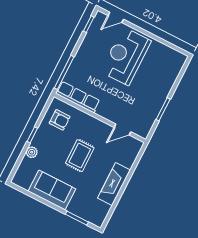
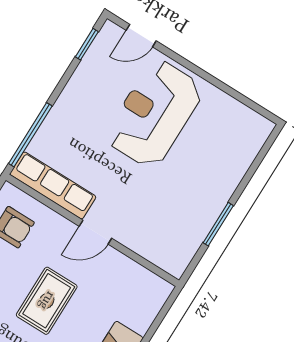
door: (122, 130) -> (95, 232), moved

